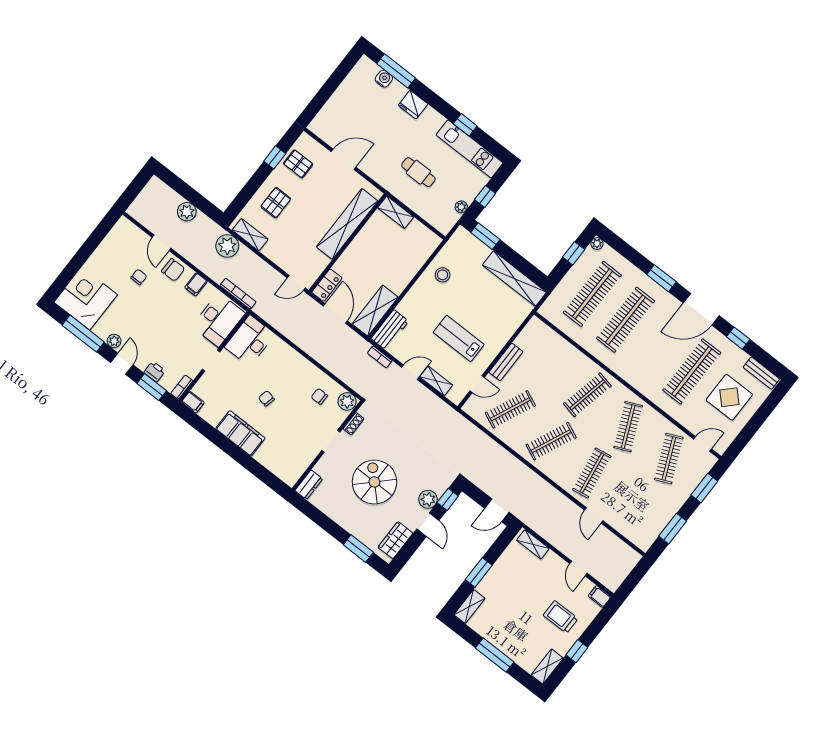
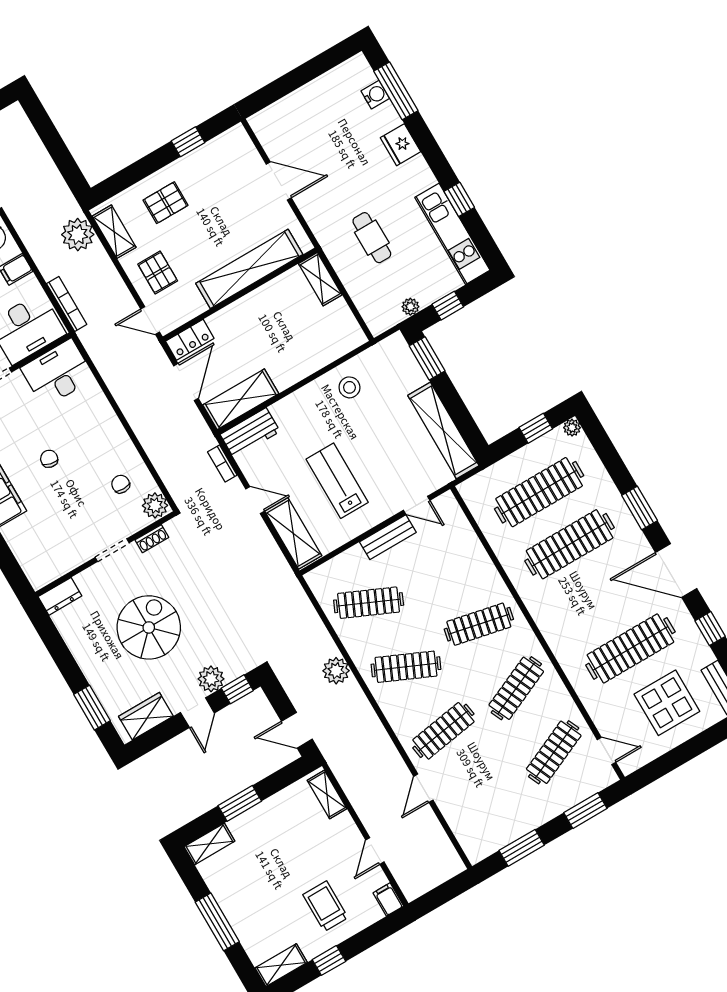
pallet: (298, 164) -> (158, 272), moved
plant: (187, 212) -> (336, 671), moved
shelving: (436, 381) -> (293, 533), width x1.50, depth x1.33
door: (477, 384) -> (417, 505), moved

